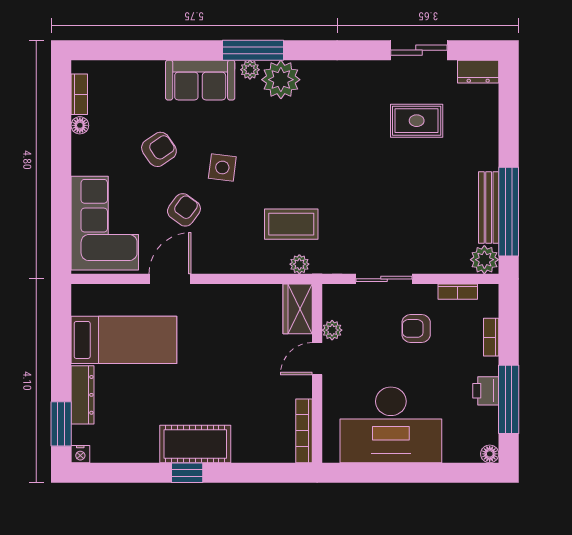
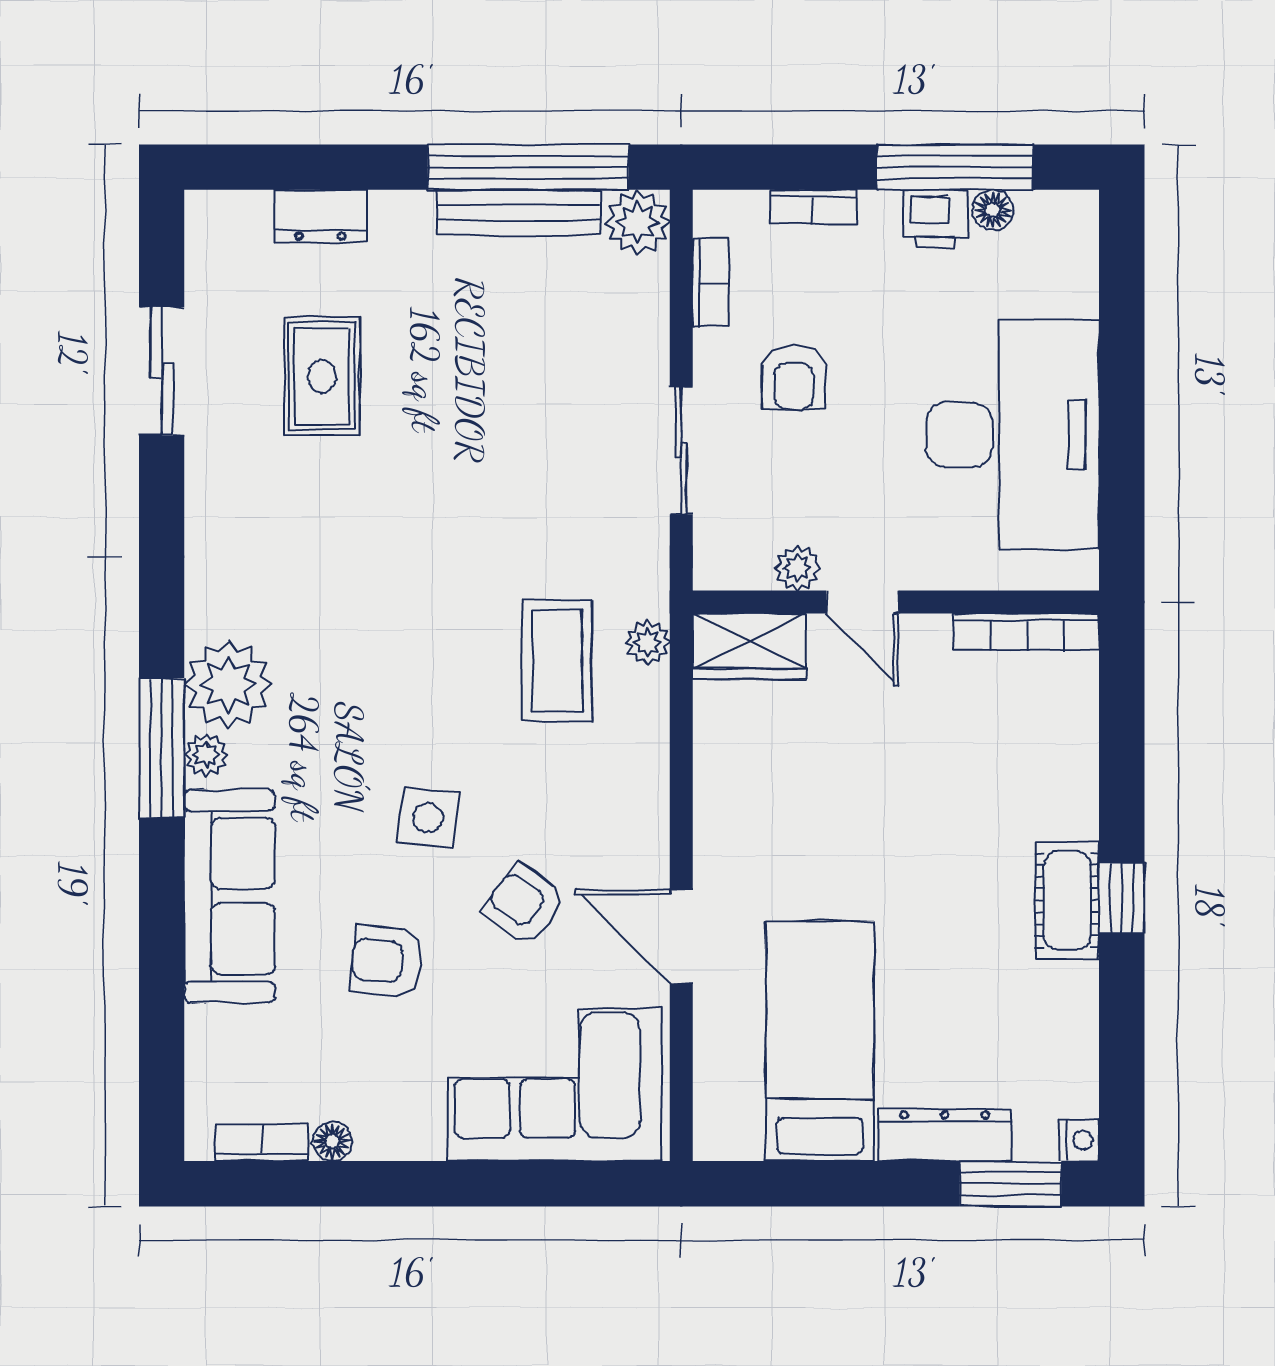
dresser: (478, 72) -> (320, 216), moved, turned 90
sofa: (200, 80) -> (230, 896), width x1.36
armchair: (159, 149) -> (387, 962), turned -50
cot: (195, 444) -> (1067, 901), width x0.73, depth x0.75
floor lamp: (490, 454) -> (993, 210), moved

